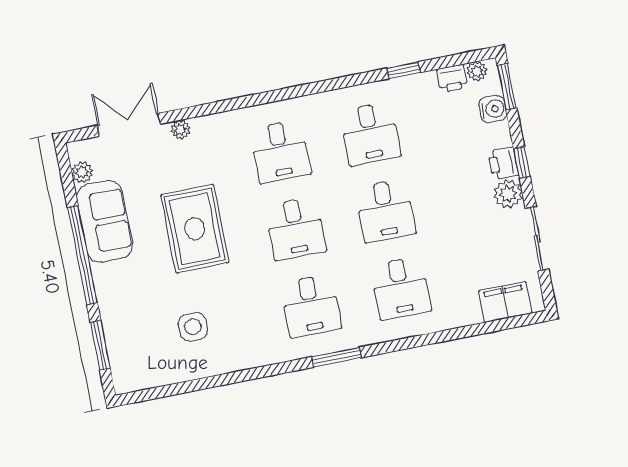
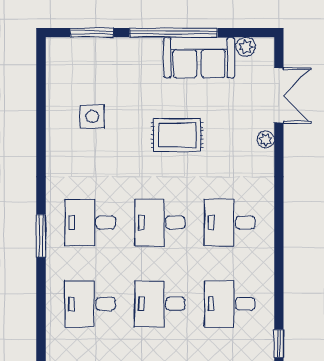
rug: (195, 229) -> (177, 135), width x0.73, depth x0.70

